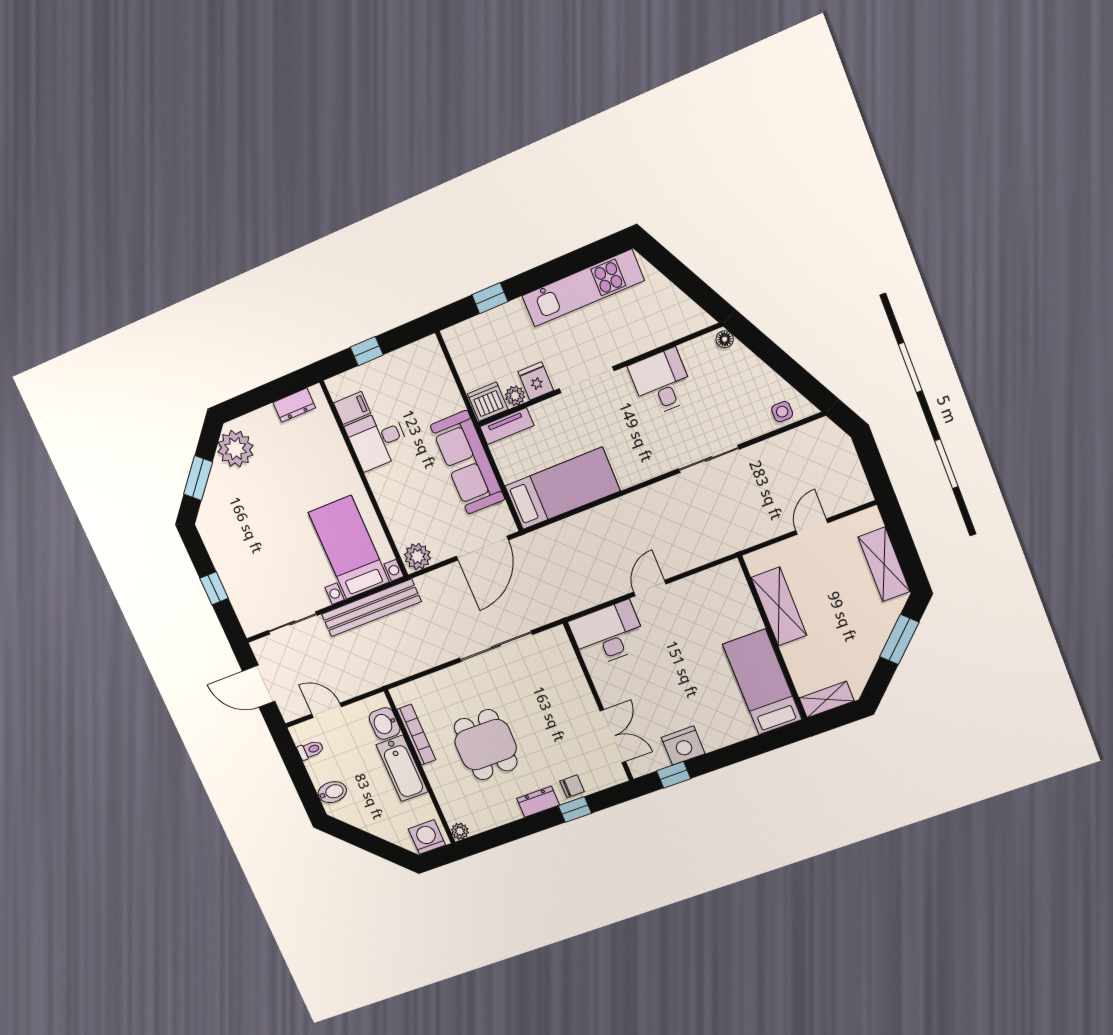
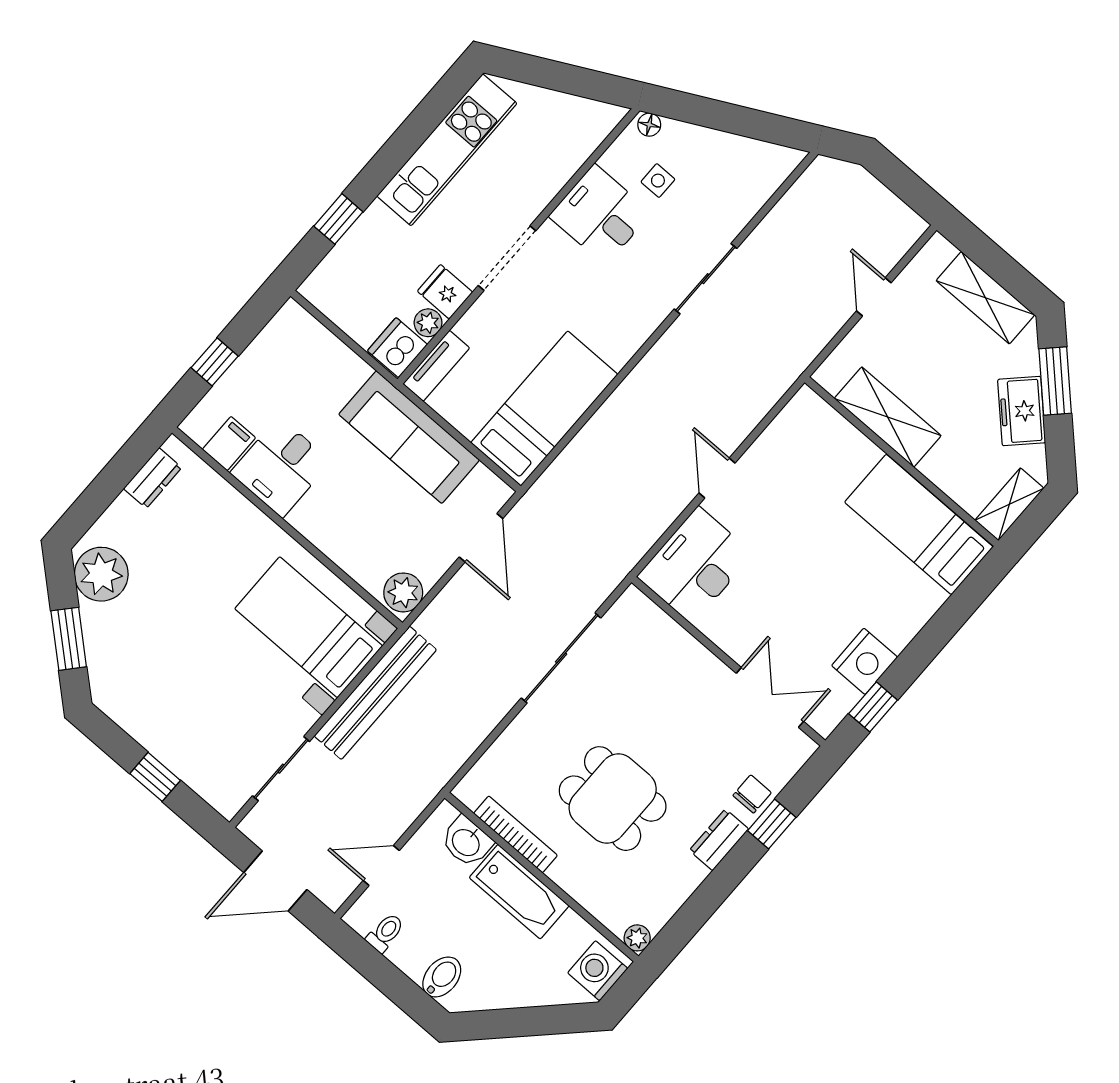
side table: (782, 412) -> (658, 181), moved
door: (482, 548) -> (481, 538), width x0.73
freezer: (867, 647) -> (1022, 411), added

